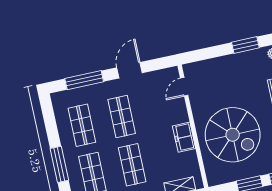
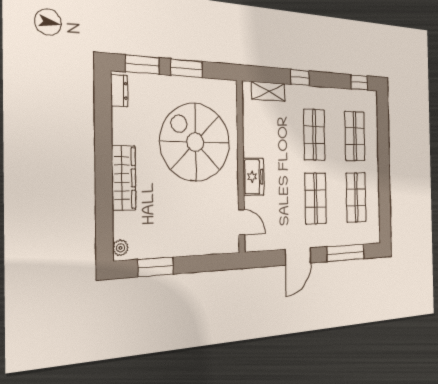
door: (184, 87) -> (242, 222), hinge flipped
freezer: (184, 137) -> (254, 177), moved
window: (59, 164) -> (384, 156), removed

